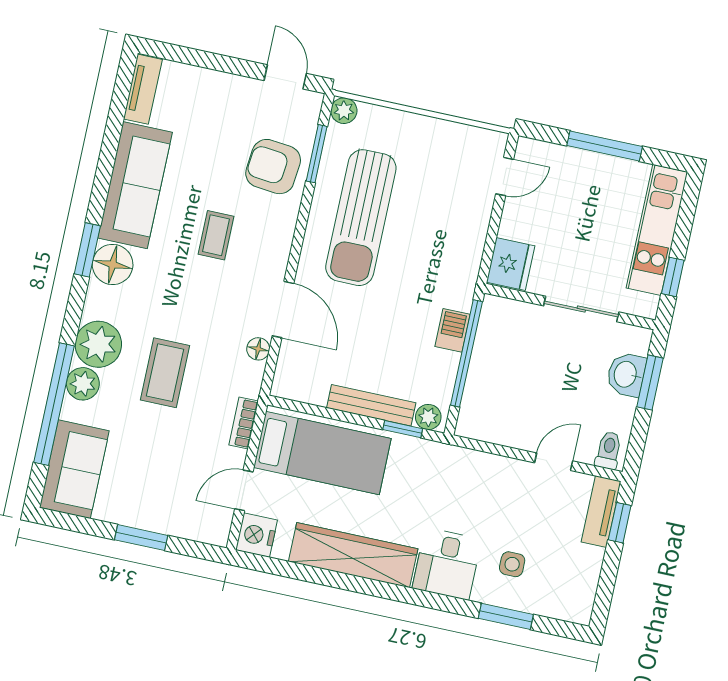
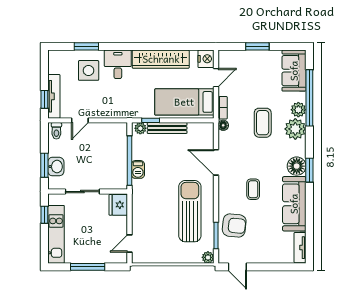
floor lamp: (258, 349) -> (223, 125), moved
tv unit: (601, 512) -> (54, 96), width x1.41
side table: (512, 564) -> (89, 70), width x1.87, depth x1.87

